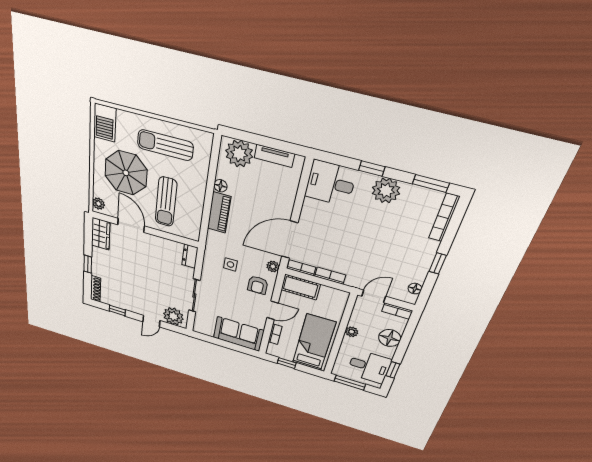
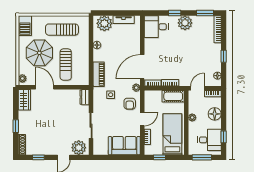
piano: (219, 213) -> (99, 74), moved
cot: (301, 287) -> (173, 96), moved

